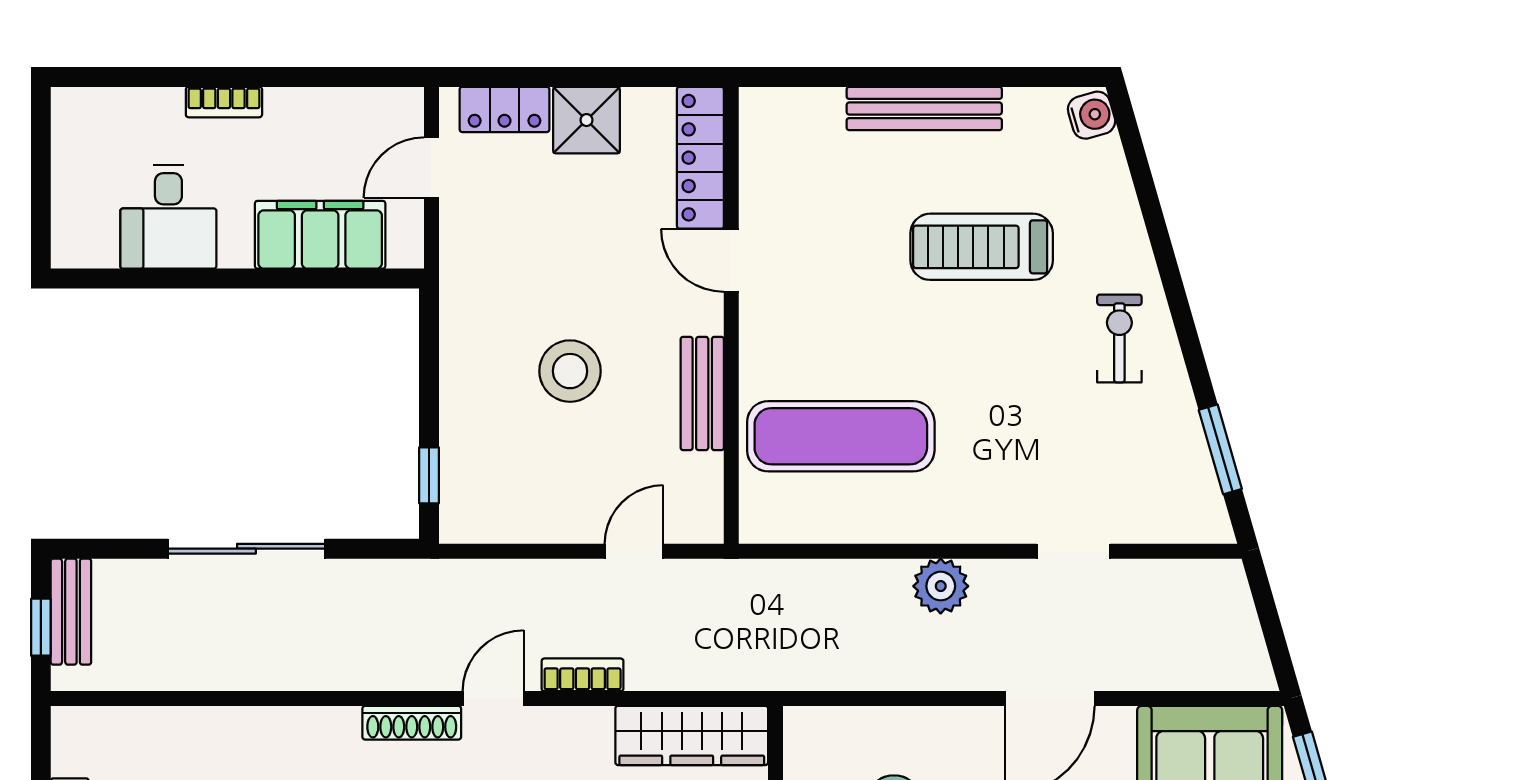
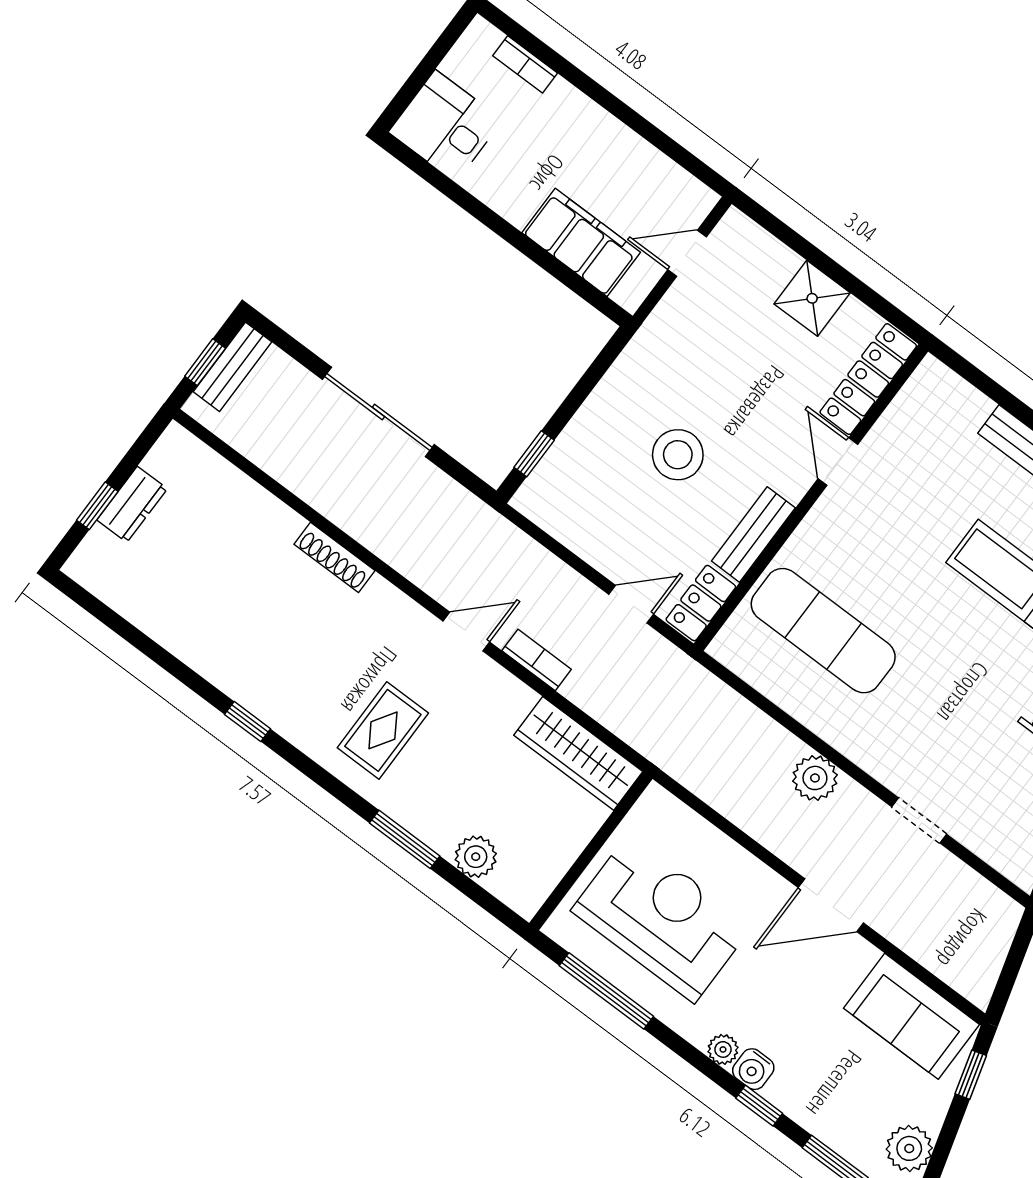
bookcase: (224, 102) -> (525, 64), moved
locker: (504, 109) -> (701, 603), moved, turned 90
desk: (168, 217) -> (446, 126), moved, turned 90
shoe rack: (412, 723) -> (335, 557), moved

